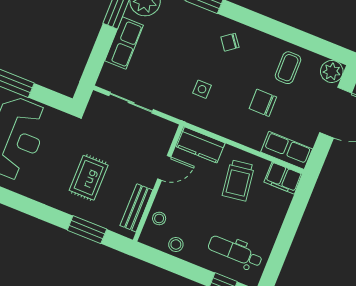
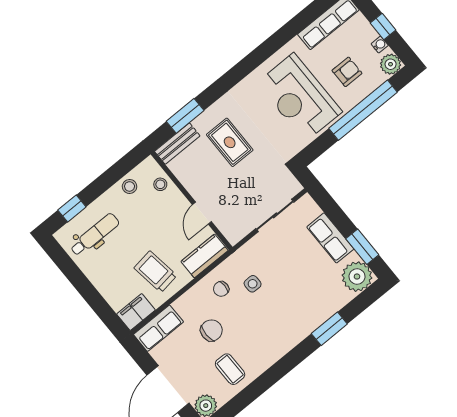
chair: (230, 42) -> (221, 289), moved, turned -143
bench: (136, 208) -> (177, 144), moved, turned 90

